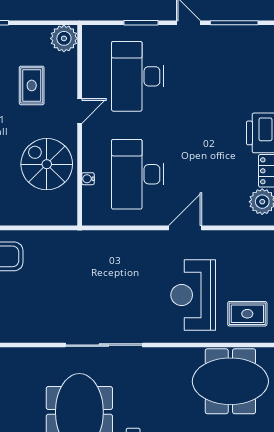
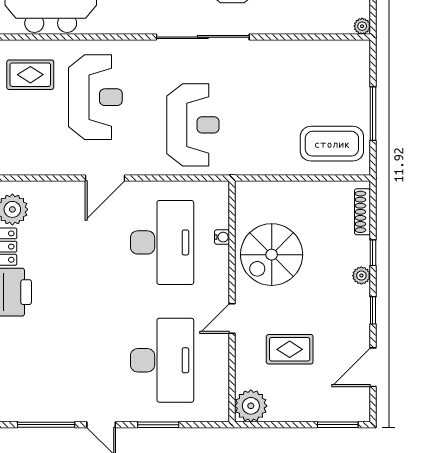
rug: (32, 85) -> (290, 349), turned 90
spiral stairs: (47, 164) -> (272, 255), turned 90
reception desk: (112, 272) -> (193, 125), added

